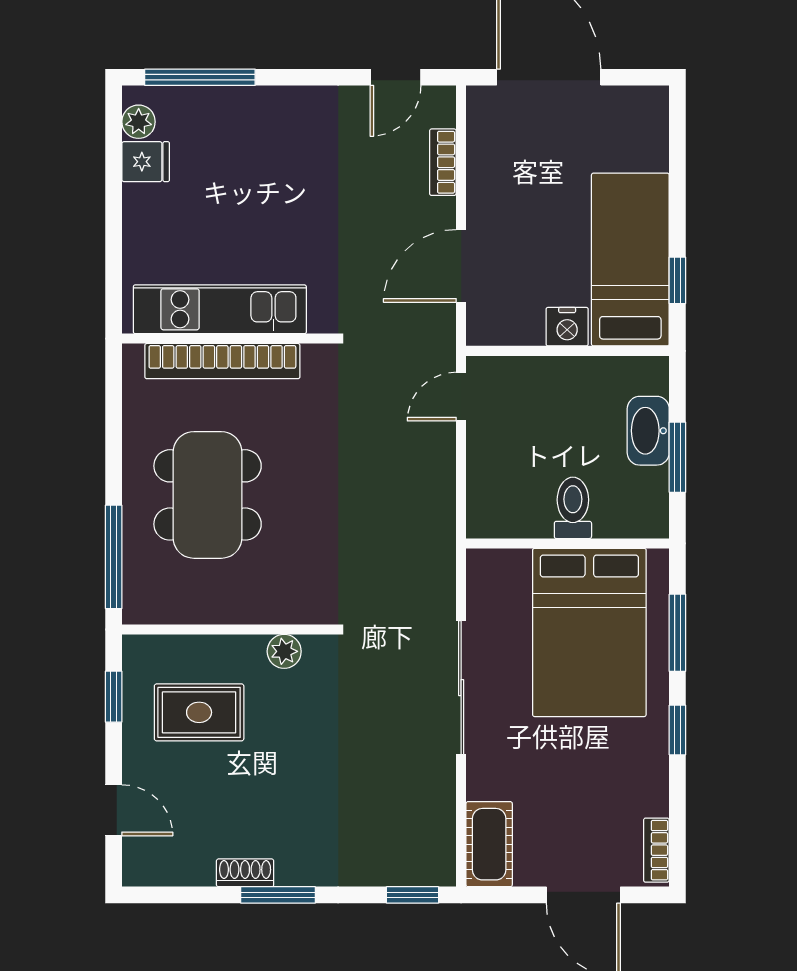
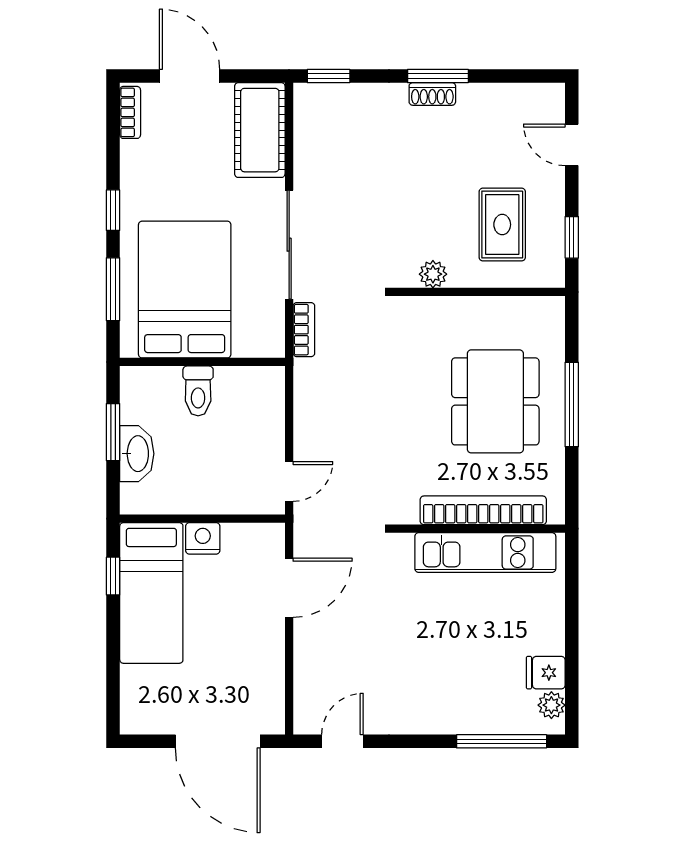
bookcase: (443, 162) -> (304, 330), moved
window: (114, 557) -> (572, 405), moved
rug: (199, 712) -> (502, 225), turned 90
cot: (489, 844) -> (260, 130), width x1.37, depth x1.34
shoe rack: (245, 873) -> (432, 94), moved

